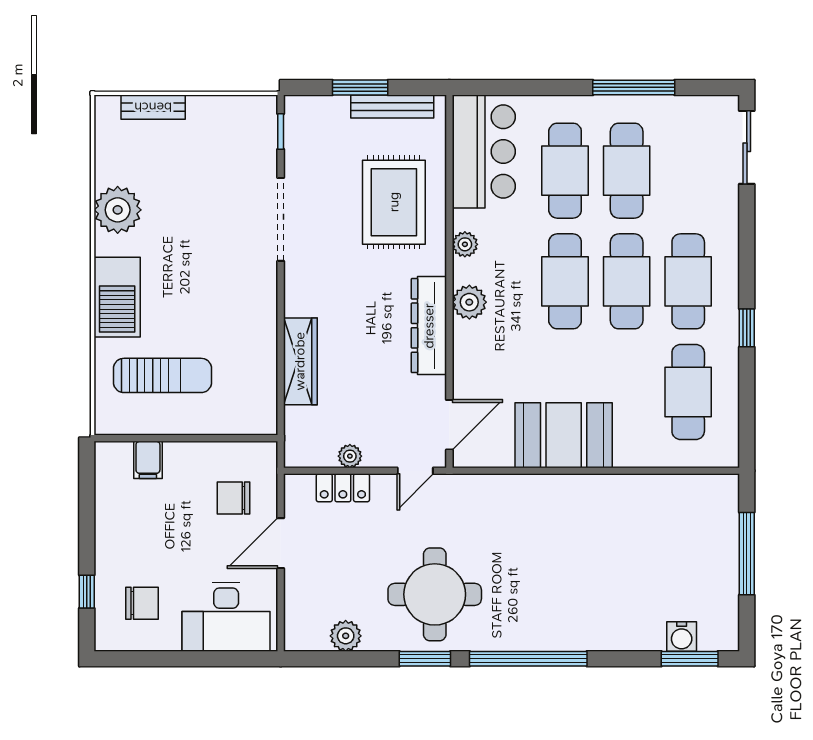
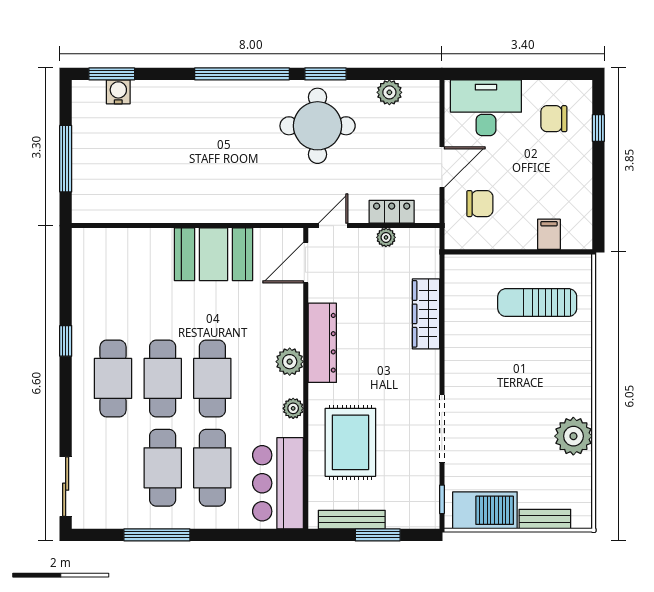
barbecue: (117, 297) -> (485, 510), moved, turned 90
cafe table: (688, 392) -> (113, 289), removed

